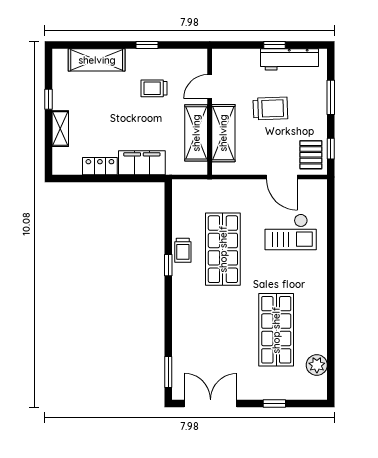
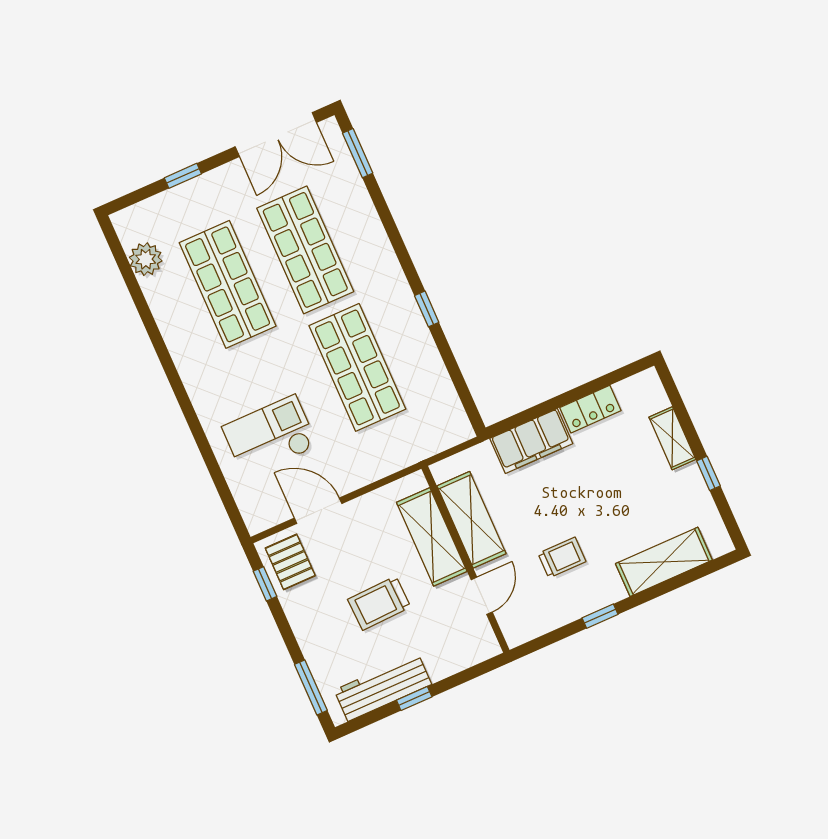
window: (331, 97) -> (311, 687), moved
trolley: (183, 250) -> (415, 340), removed
shop shelf: (223, 330) -> (305, 250), added

